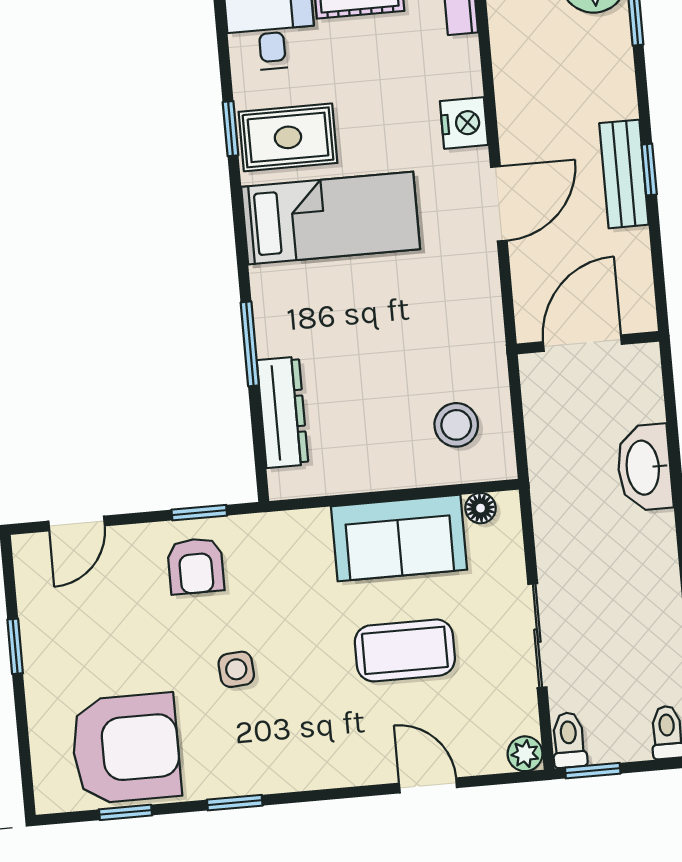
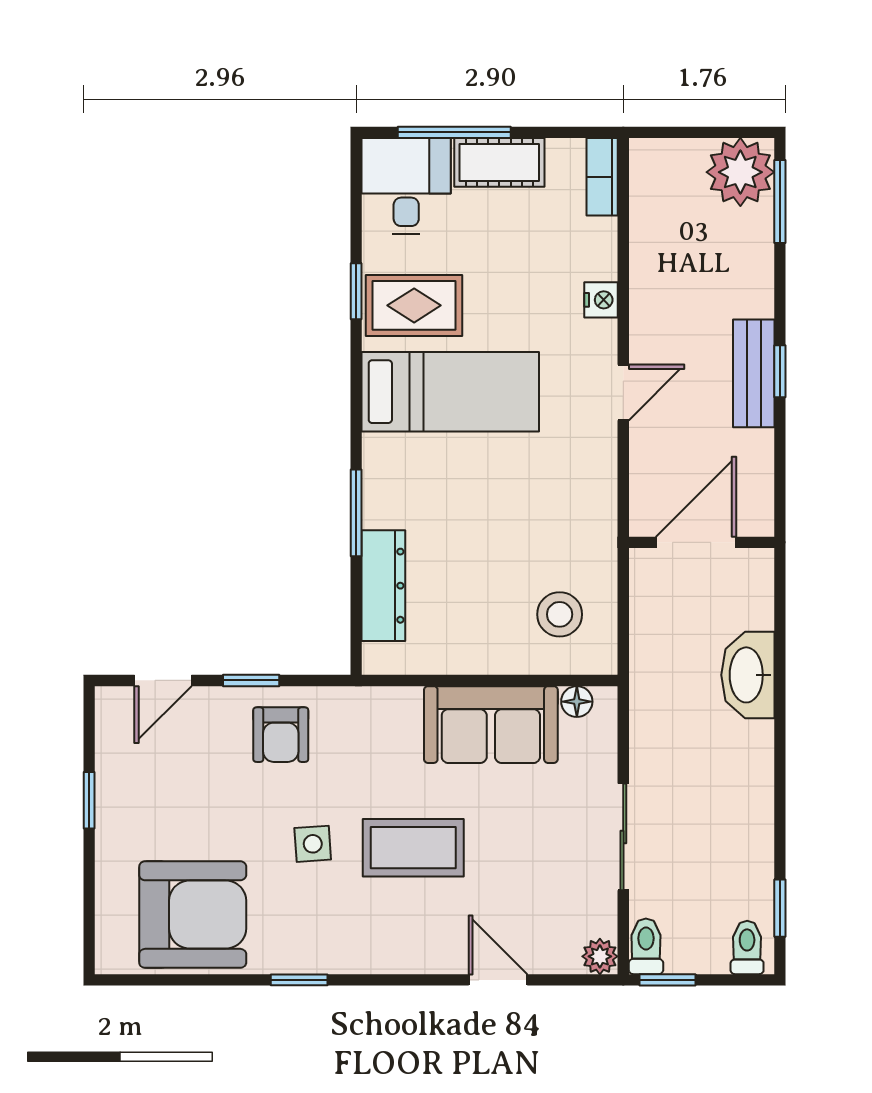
nightstand: (464, 123) -> (601, 300), width x0.72, depth x0.74
door: (499, 204) -> (623, 393), width x0.73
window: (199, 513) -> (251, 680), moved
coffee table: (405, 650) -> (413, 848), moved
window: (125, 812) -> (187, 980), removed

